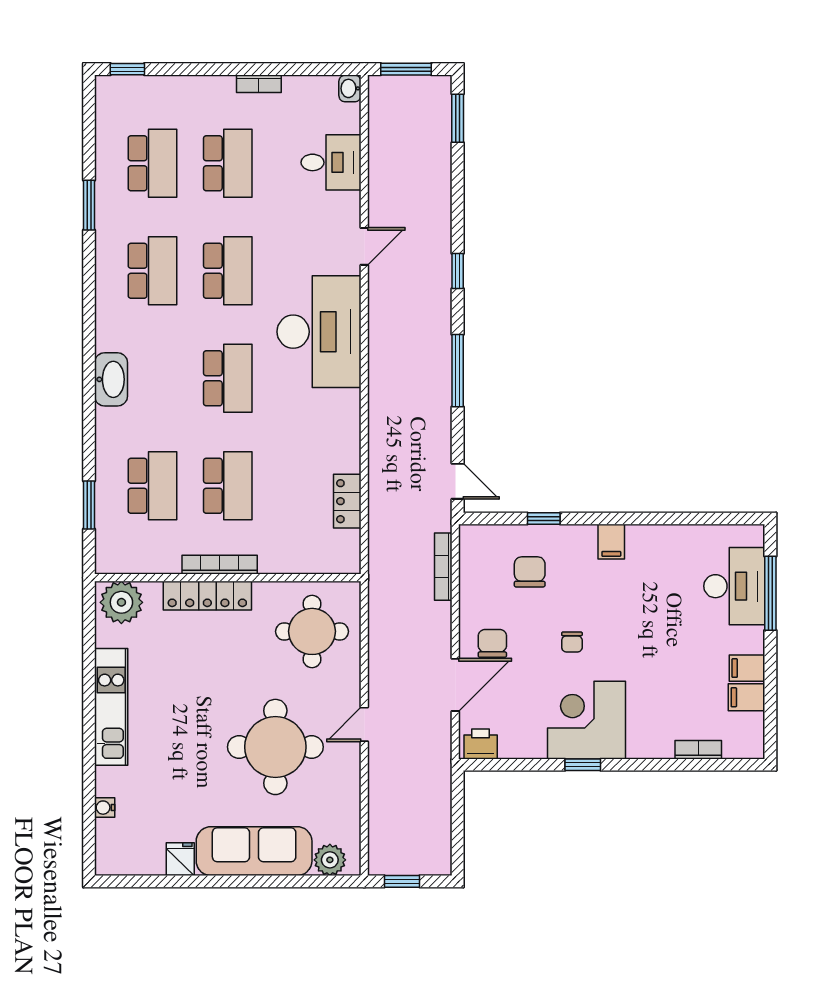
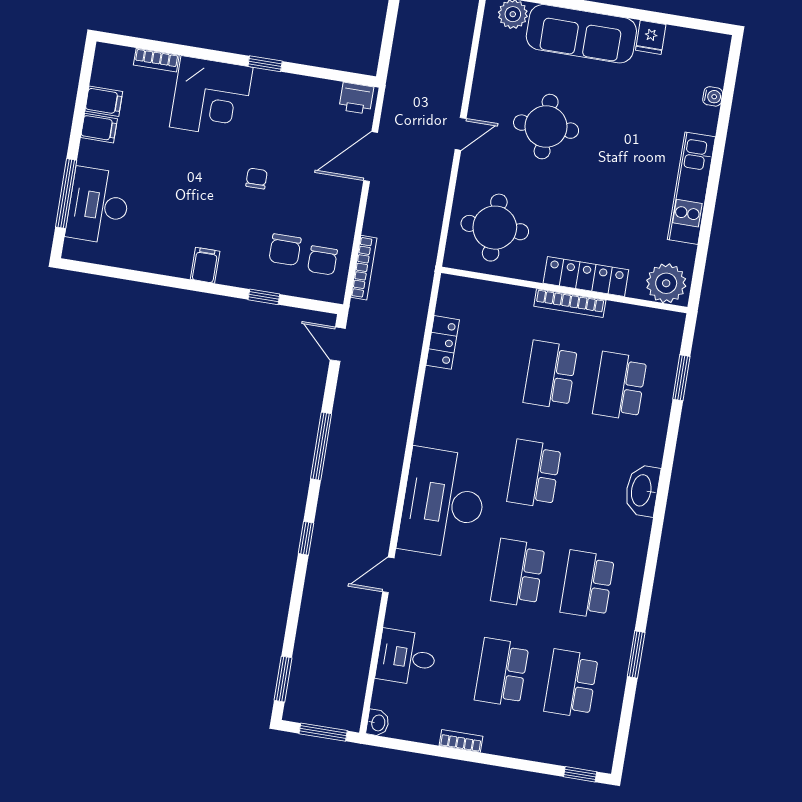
chair: (492, 643) -> (322, 260), moved
corner desk: (586, 720) -> (211, 97), moved
round table: (275, 747) -> (546, 127), width x0.73, depth x0.73

